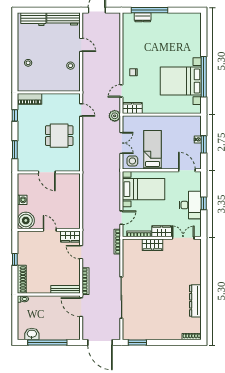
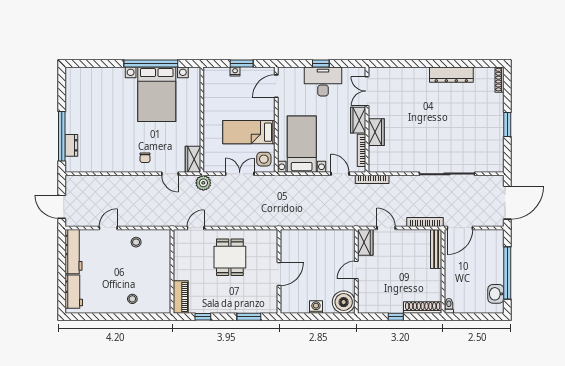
door: (81, 252) -> (386, 228), swing flipped
window: (137, 342) -> (507, 125), moved

